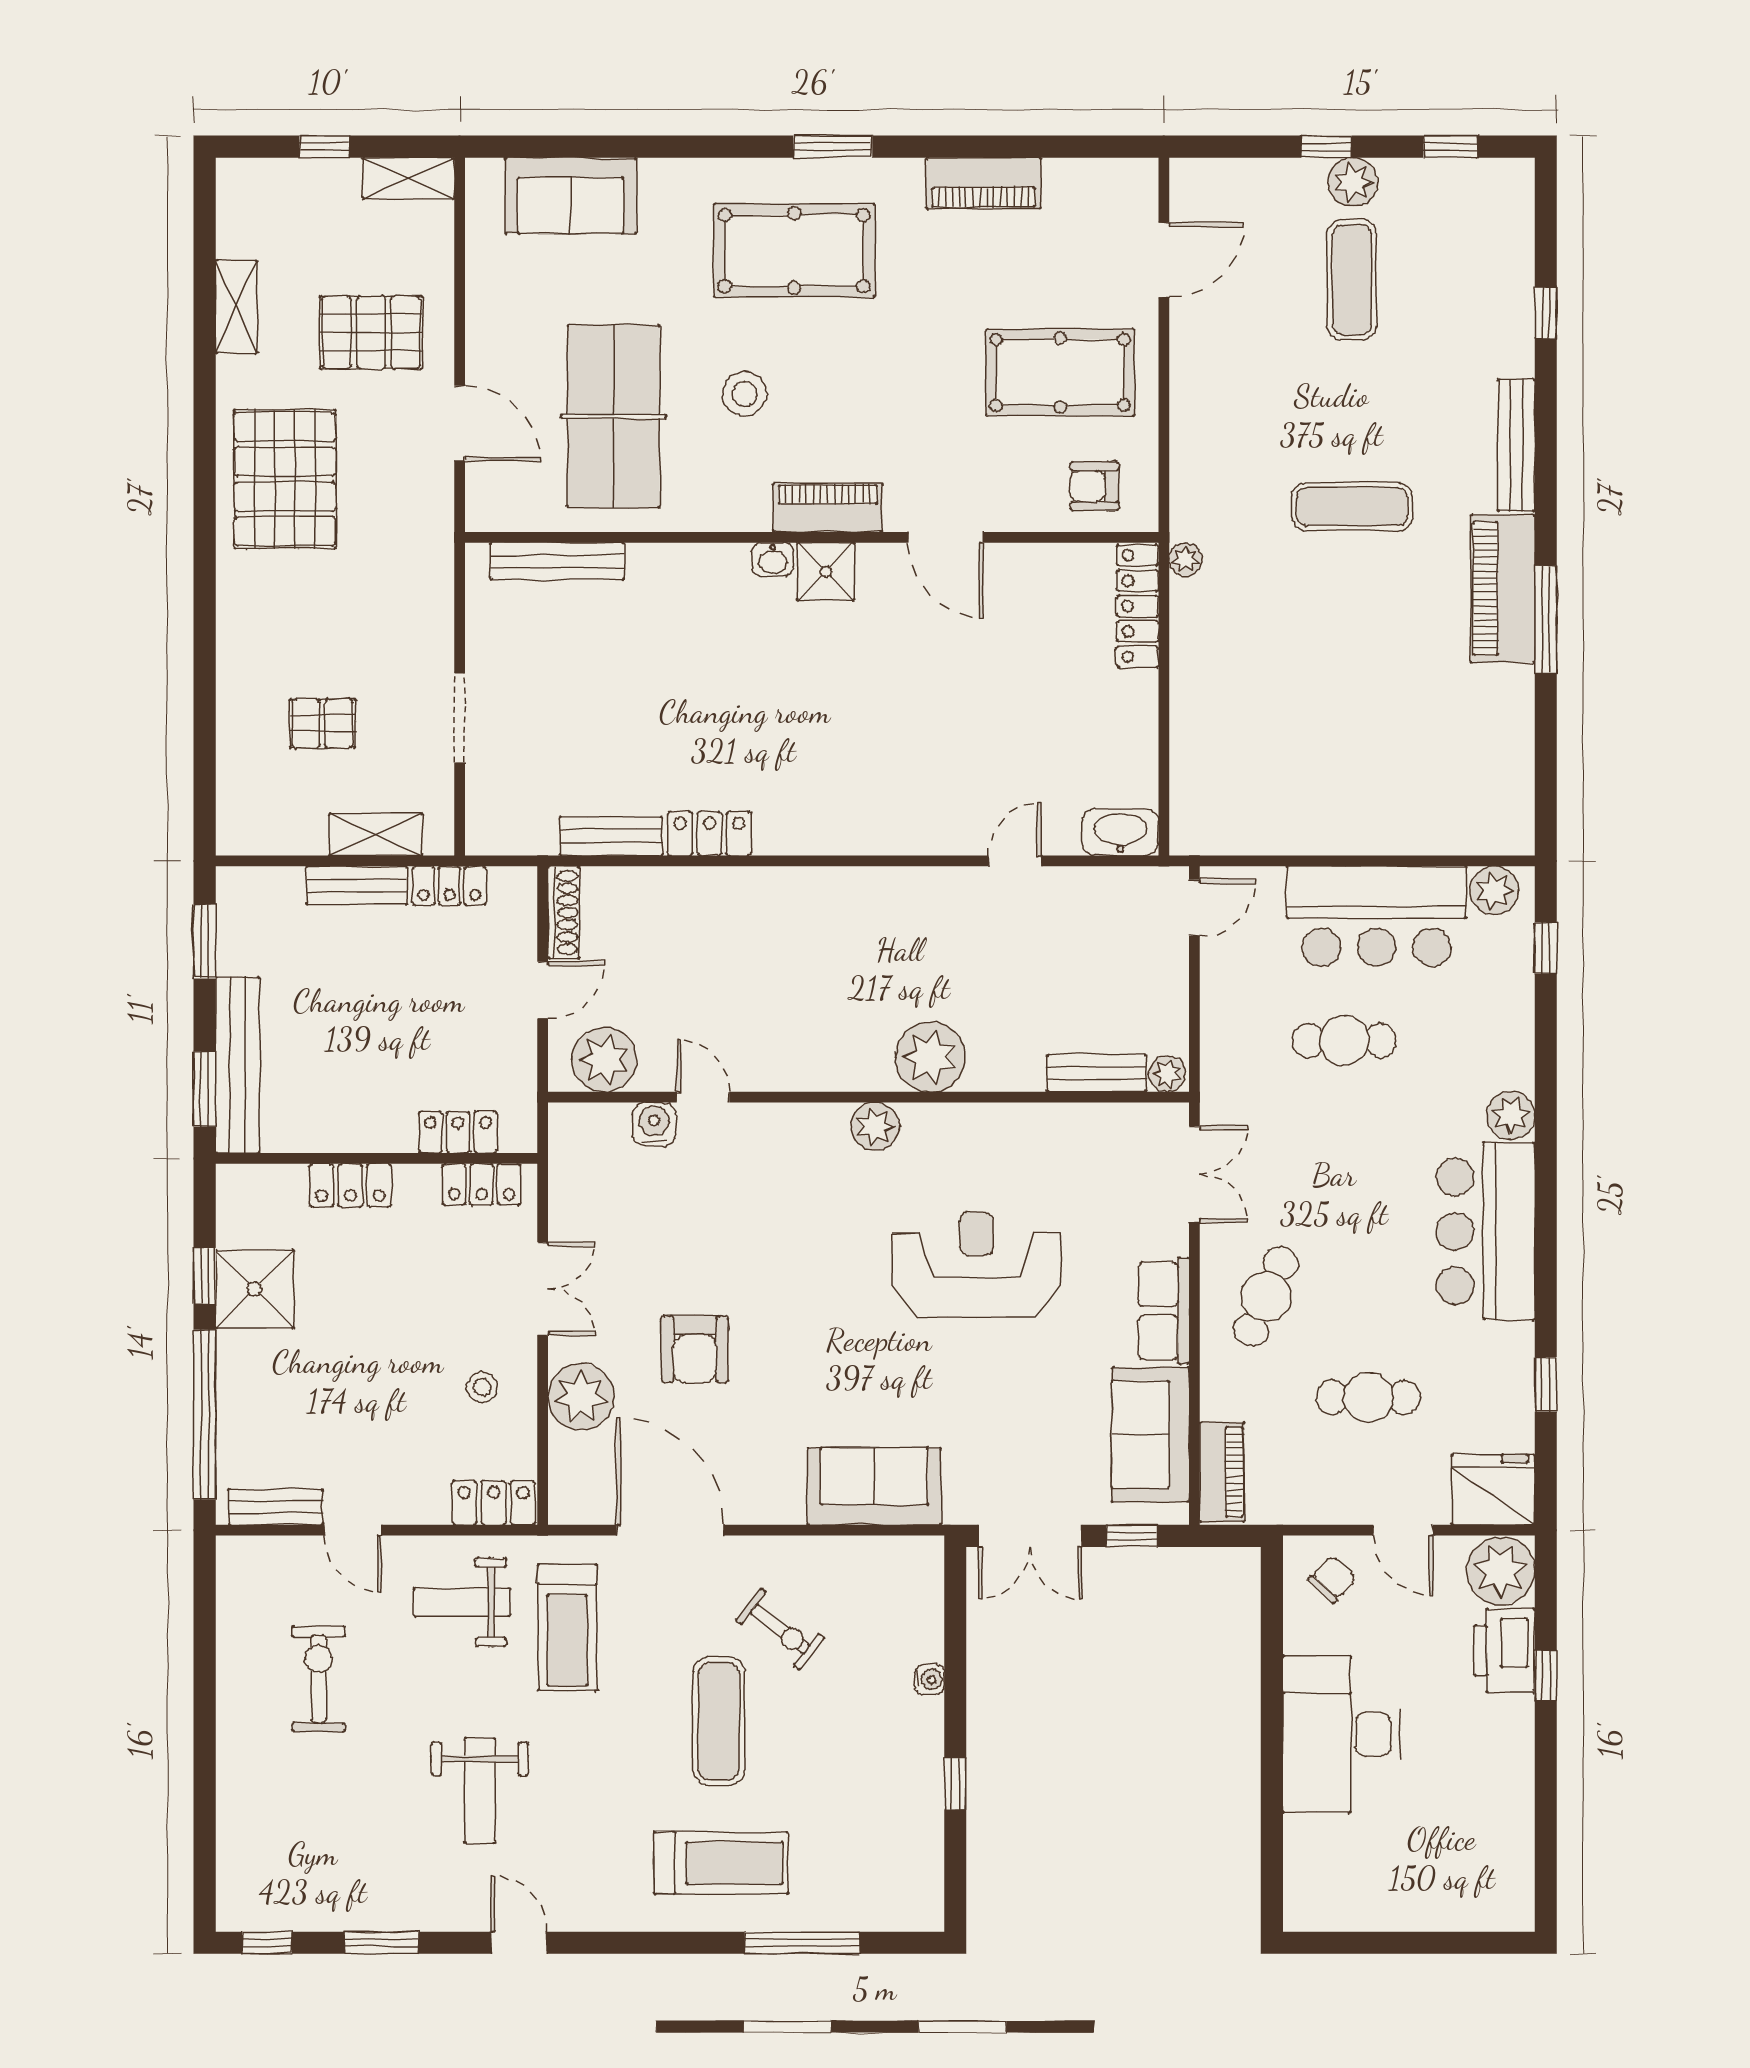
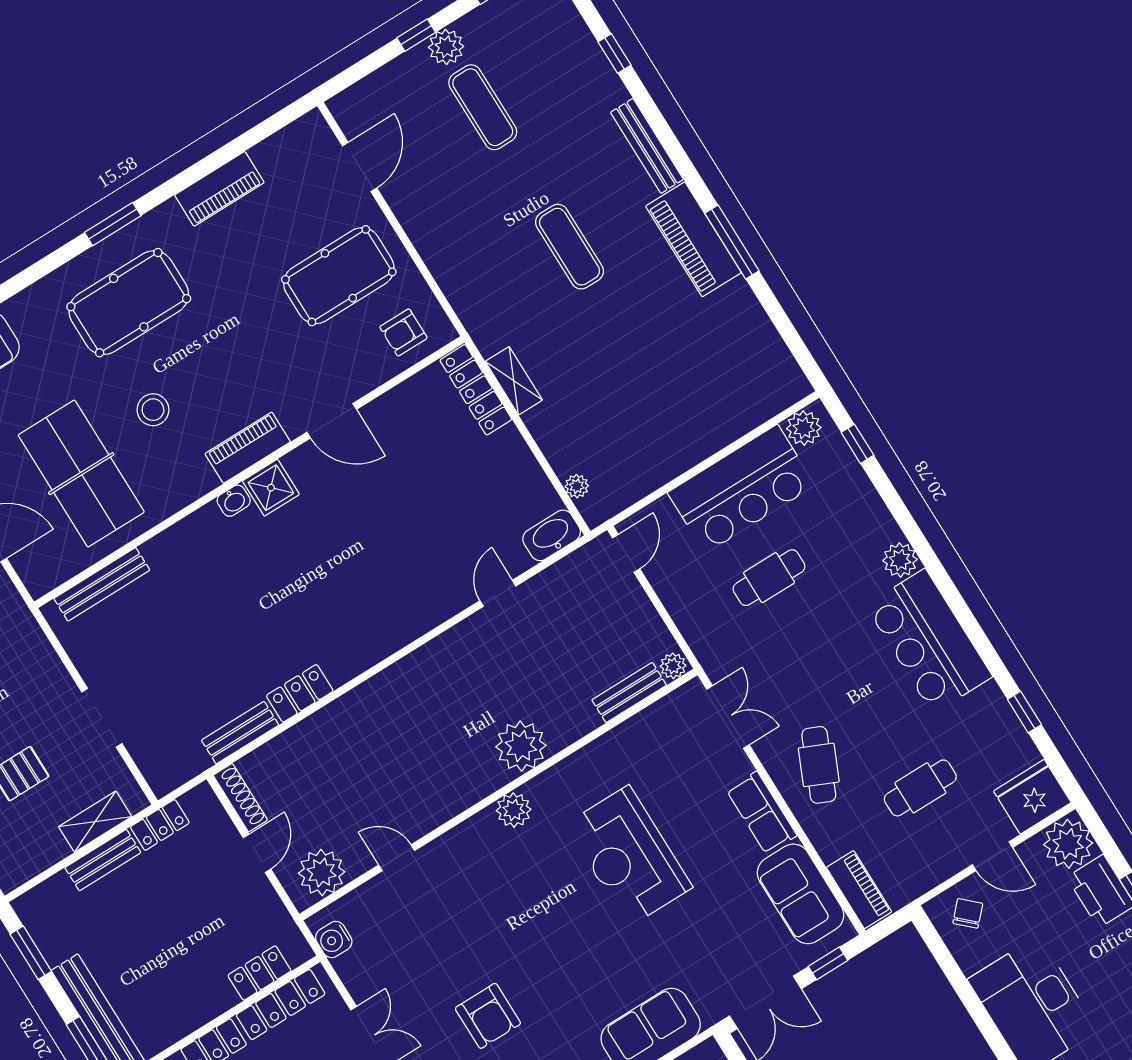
exercise mat: (1352, 507) -> (570, 247), turned 90
plant: (1186, 560) -> (577, 486), moved
shelving: (1189, 623) -> (514, 381), added
water cooler: (654, 1124) -> (334, 940), moved, turned -90
locker: (482, 1184) -> (281, 1004), width x1.53
reception desk: (977, 1264) -> (629, 856), turned -90

